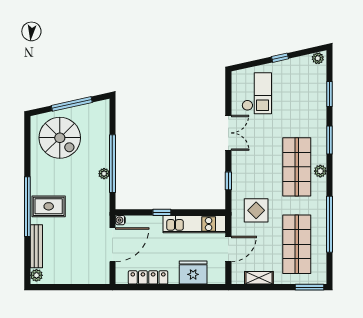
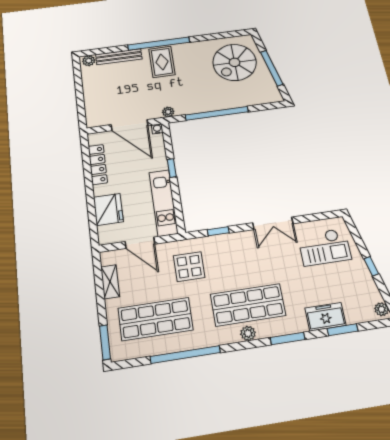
freezer: (317, 106) -> (325, 317), added
plant: (104, 174) -> (168, 112), moved

